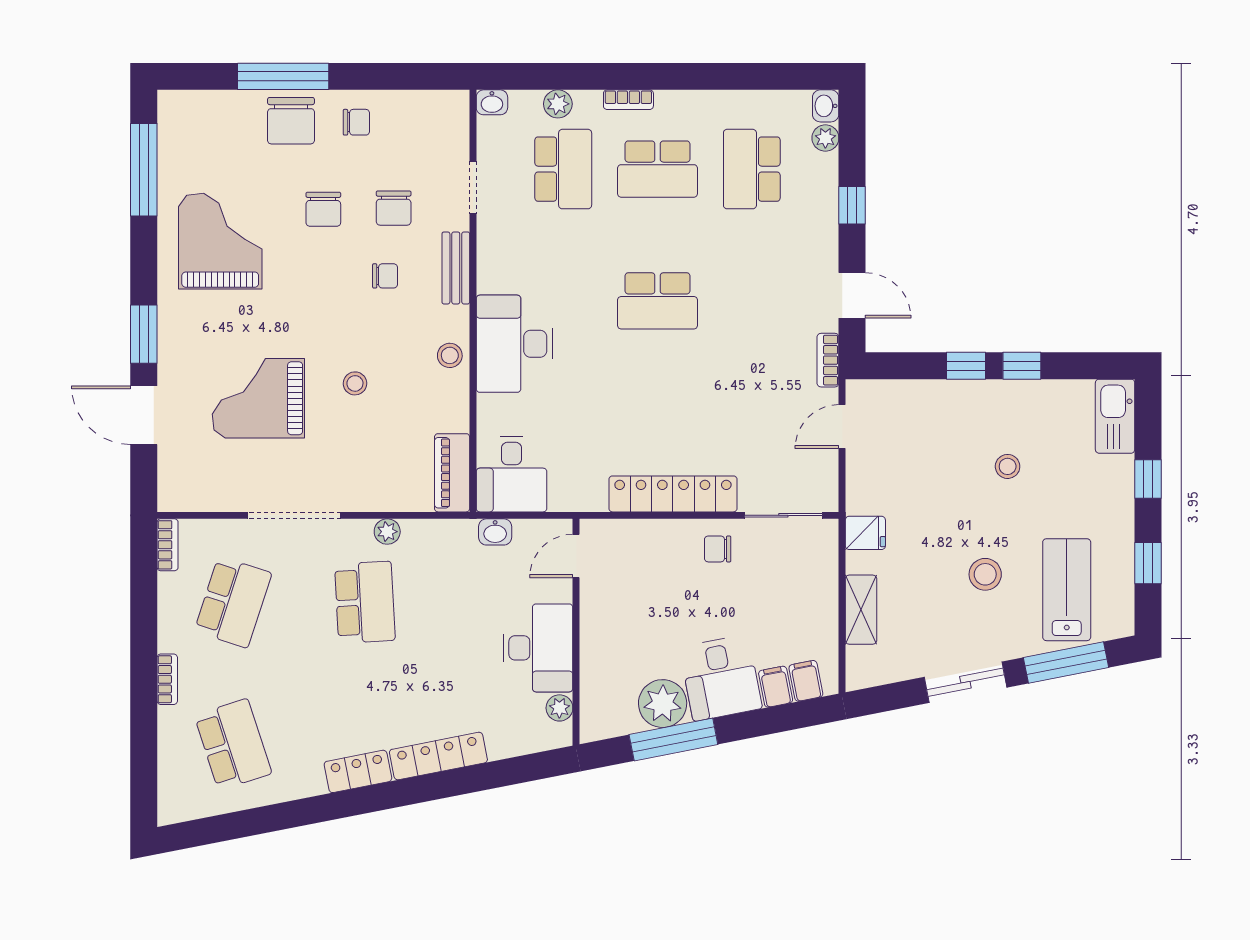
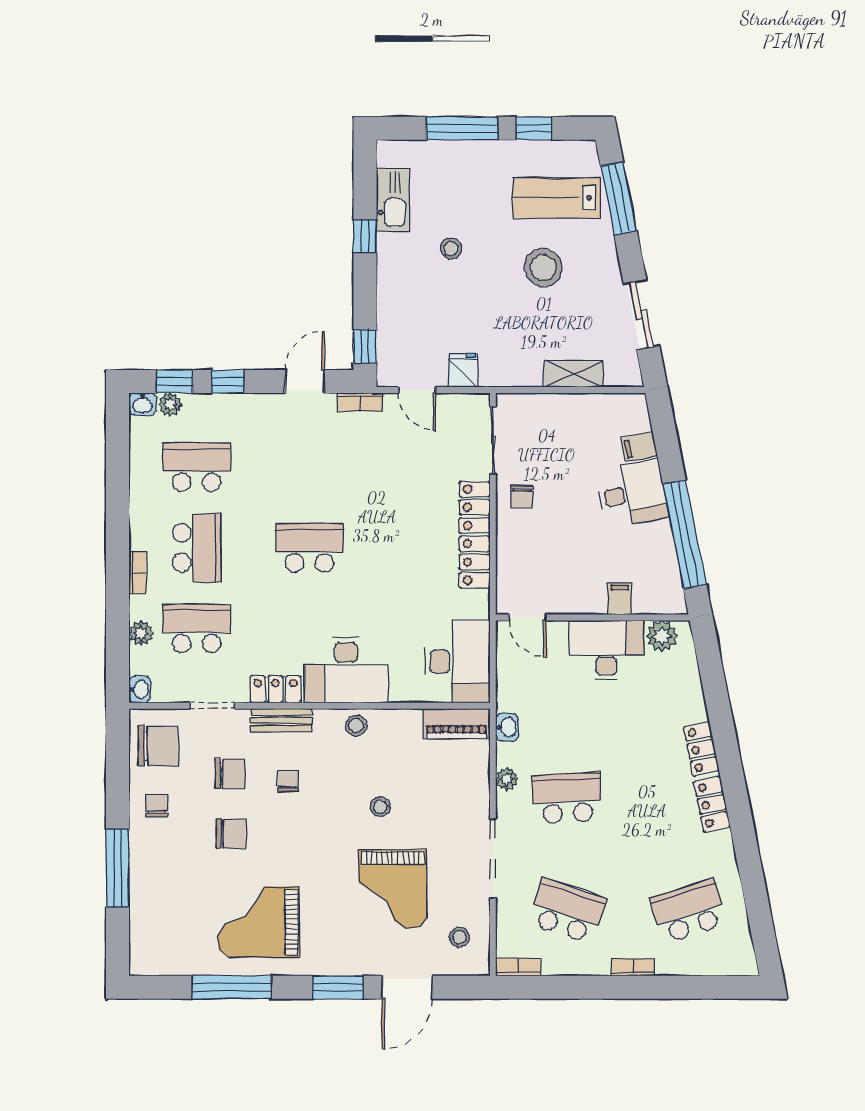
chair: (291, 121) -> (158, 746), moved
window: (852, 143) -> (175, 381), added
school desk: (752, 169) -> (197, 467), turned 180
window: (144, 170) -> (232, 987), moved
locker: (492, 261) -> (275, 689), added
school desk: (658, 301) -> (309, 548), turned -90
window: (966, 366) -> (365, 347), moved
kitchen sink: (1115, 416) -> (393, 200), moved, turned -90
desk: (512, 474) -> (458, 662), width x1.37
stool: (202, 476) -> (459, 937), added
window: (1148, 479) -> (462, 128), width x2.17
washbasin: (495, 532) -> (507, 727), moved
fridge: (865, 533) -> (463, 370), moved
stool: (985, 574) -> (543, 268), width x1.38, depth x1.38
filing cabinet: (806, 681) -> (620, 599), moved, turned 101
sliding door: (965, 682) -> (642, 315), moved
plant: (663, 704) -> (654, 543), removed
plant: (559, 708) -> (662, 636), width x1.38, depth x1.38
window: (673, 740) -> (685, 534), width x1.46
locker: (438, 756) -> (701, 749), width x0.66

